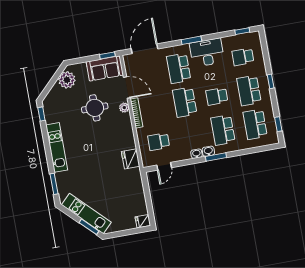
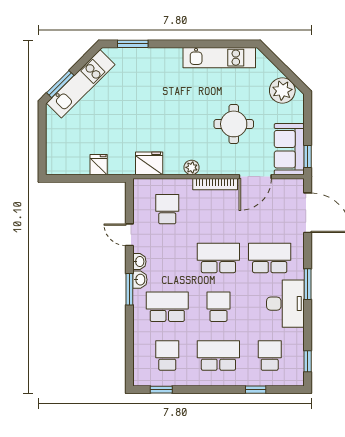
window: (271, 81) -> (256, 390), moved
plant: (124, 108) -> (192, 167), moved
window: (41, 114) -> (239, 44), removed
school desk: (255, 124) -> (167, 355), width x0.54
kitchen unit: (57, 147) -> (219, 58), moved
door: (164, 166) -> (129, 235), moved
fridge: (143, 221) -> (99, 165), moved

